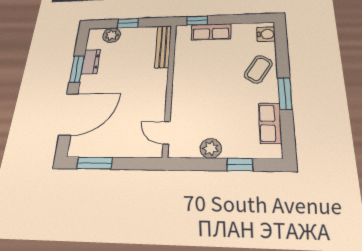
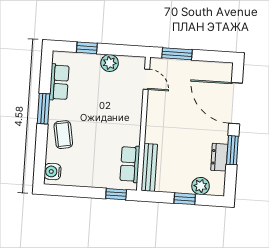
row of seats: (211, 32) -> (130, 164), moved, turned -90
coffee table: (258, 69) -> (63, 135), turned -41
door: (69, 114) -> (236, 103), hinge flipped
window: (94, 163) -> (177, 54), moved

